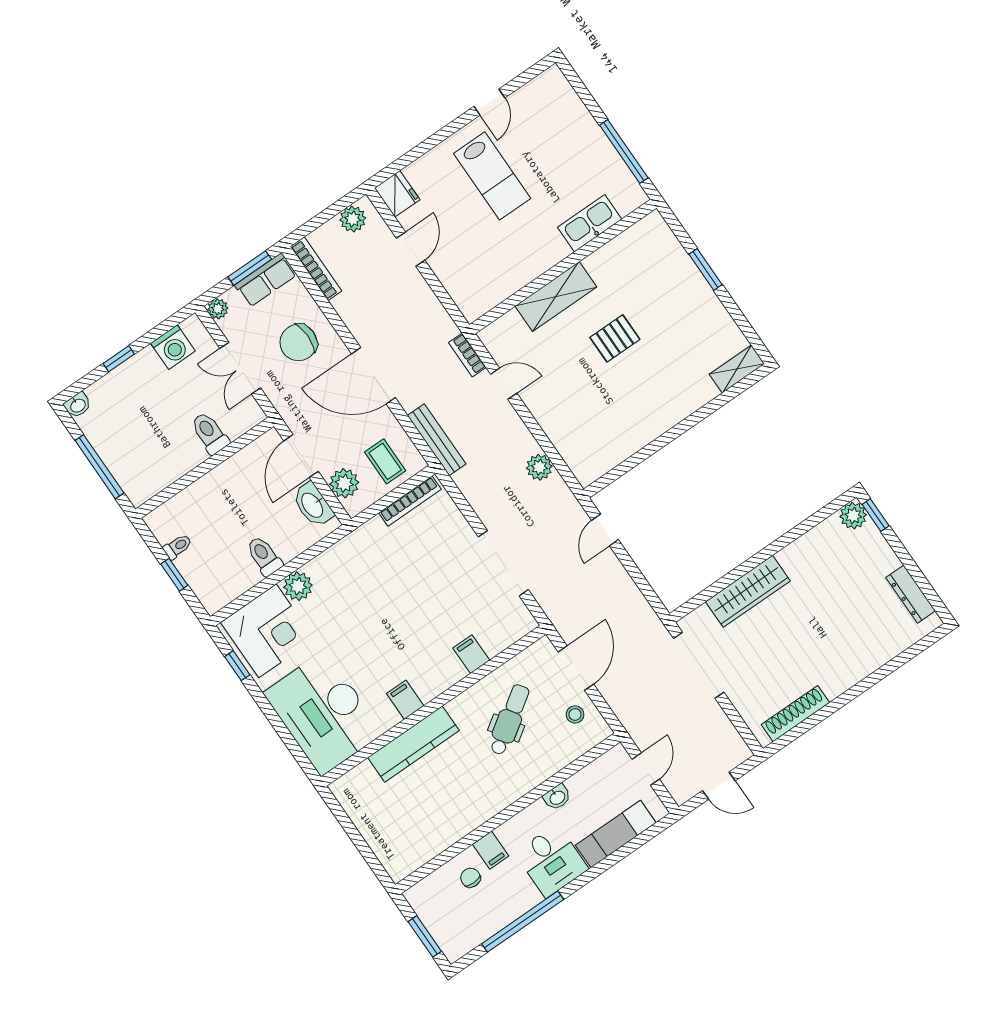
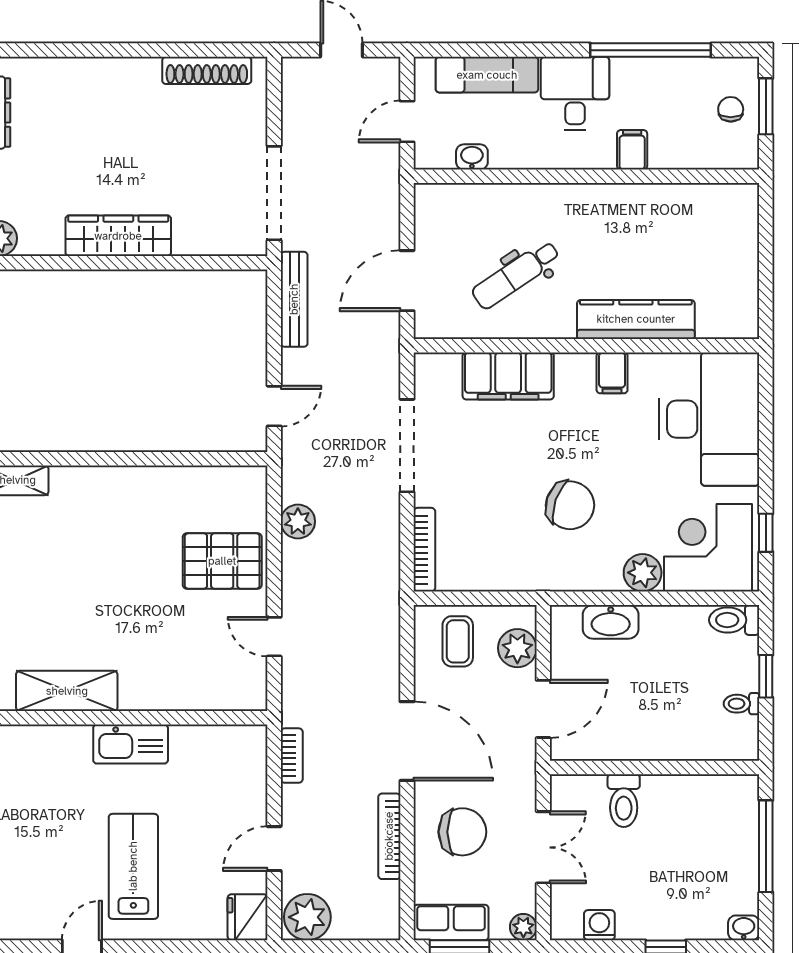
plant: (353, 219) -> (307, 917), width x1.36, depth x1.36
kitchen sink: (590, 223) -> (131, 744), moved
bookcase: (316, 269) -> (389, 836), moved
shelving: (556, 297) -> (67, 691), moved
pallet: (615, 338) -> (222, 561), moved, width x1.50, depth x1.42
washing machine: (173, 347) -> (599, 925), width x0.73, depth x0.73
bookcase: (467, 355) -> (292, 756), moved
bench: (437, 440) -> (294, 299), moved
bookcase: (410, 501) -> (424, 550), moved, turned 90
washbasin: (313, 505) -> (611, 622), moved, turned 90
toilet: (264, 556) -> (734, 620), moved, turned 90
wardrobe: (748, 591) -> (118, 236), moved
chair: (374, 597) -> (570, 505), added
filing cabinet: (471, 654) -> (508, 376), width x3.00, depth x1.17
stool: (575, 714) -> (442, 232), removed
washbasin: (557, 797) -> (472, 157), moved
chair: (470, 878) -> (731, 109), moved, turned 180

